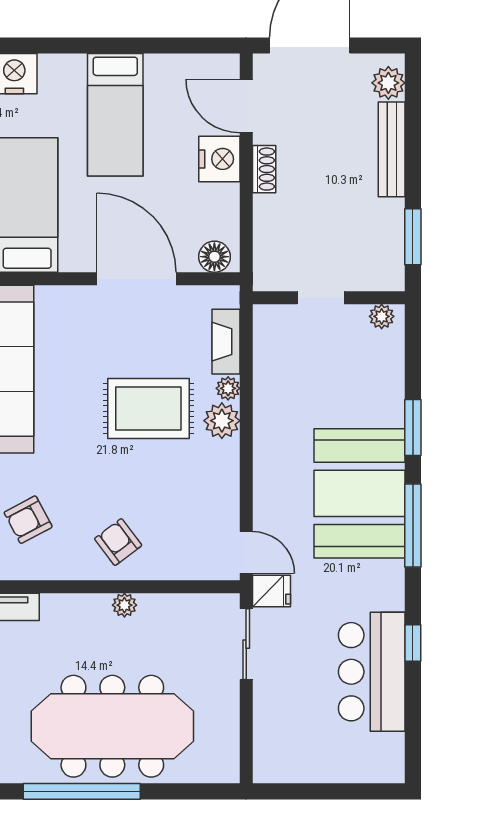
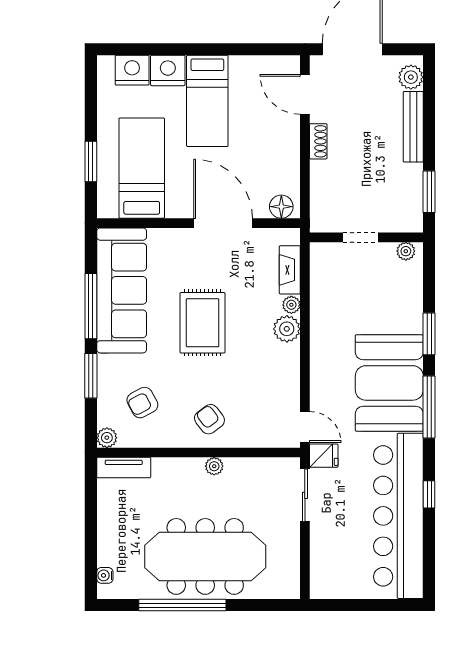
nightstand: (219, 159) -> (168, 70), moved, turned -90
rug: (148, 408) -> (202, 323), moved, turned 90
bar counter: (372, 672) -> (398, 516), width x1.86

